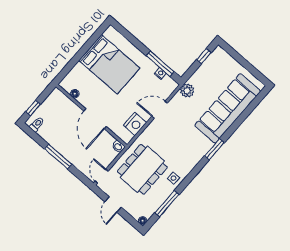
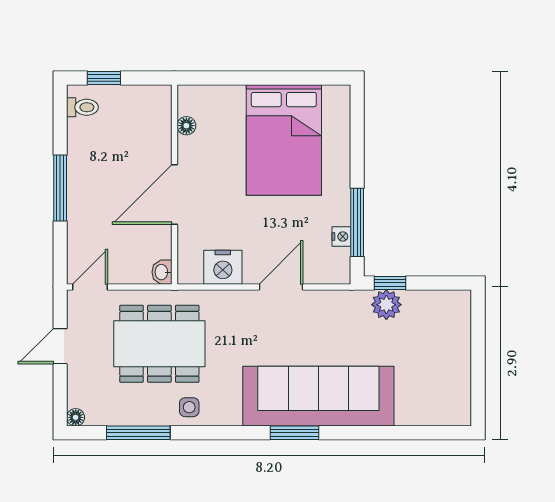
window: (204, 56) -> (390, 283), moved
plant: (187, 91) -> (386, 305), moved
sofa: (228, 108) -> (318, 396), moved
door: (160, 110) -> (281, 287), hinge flipped

